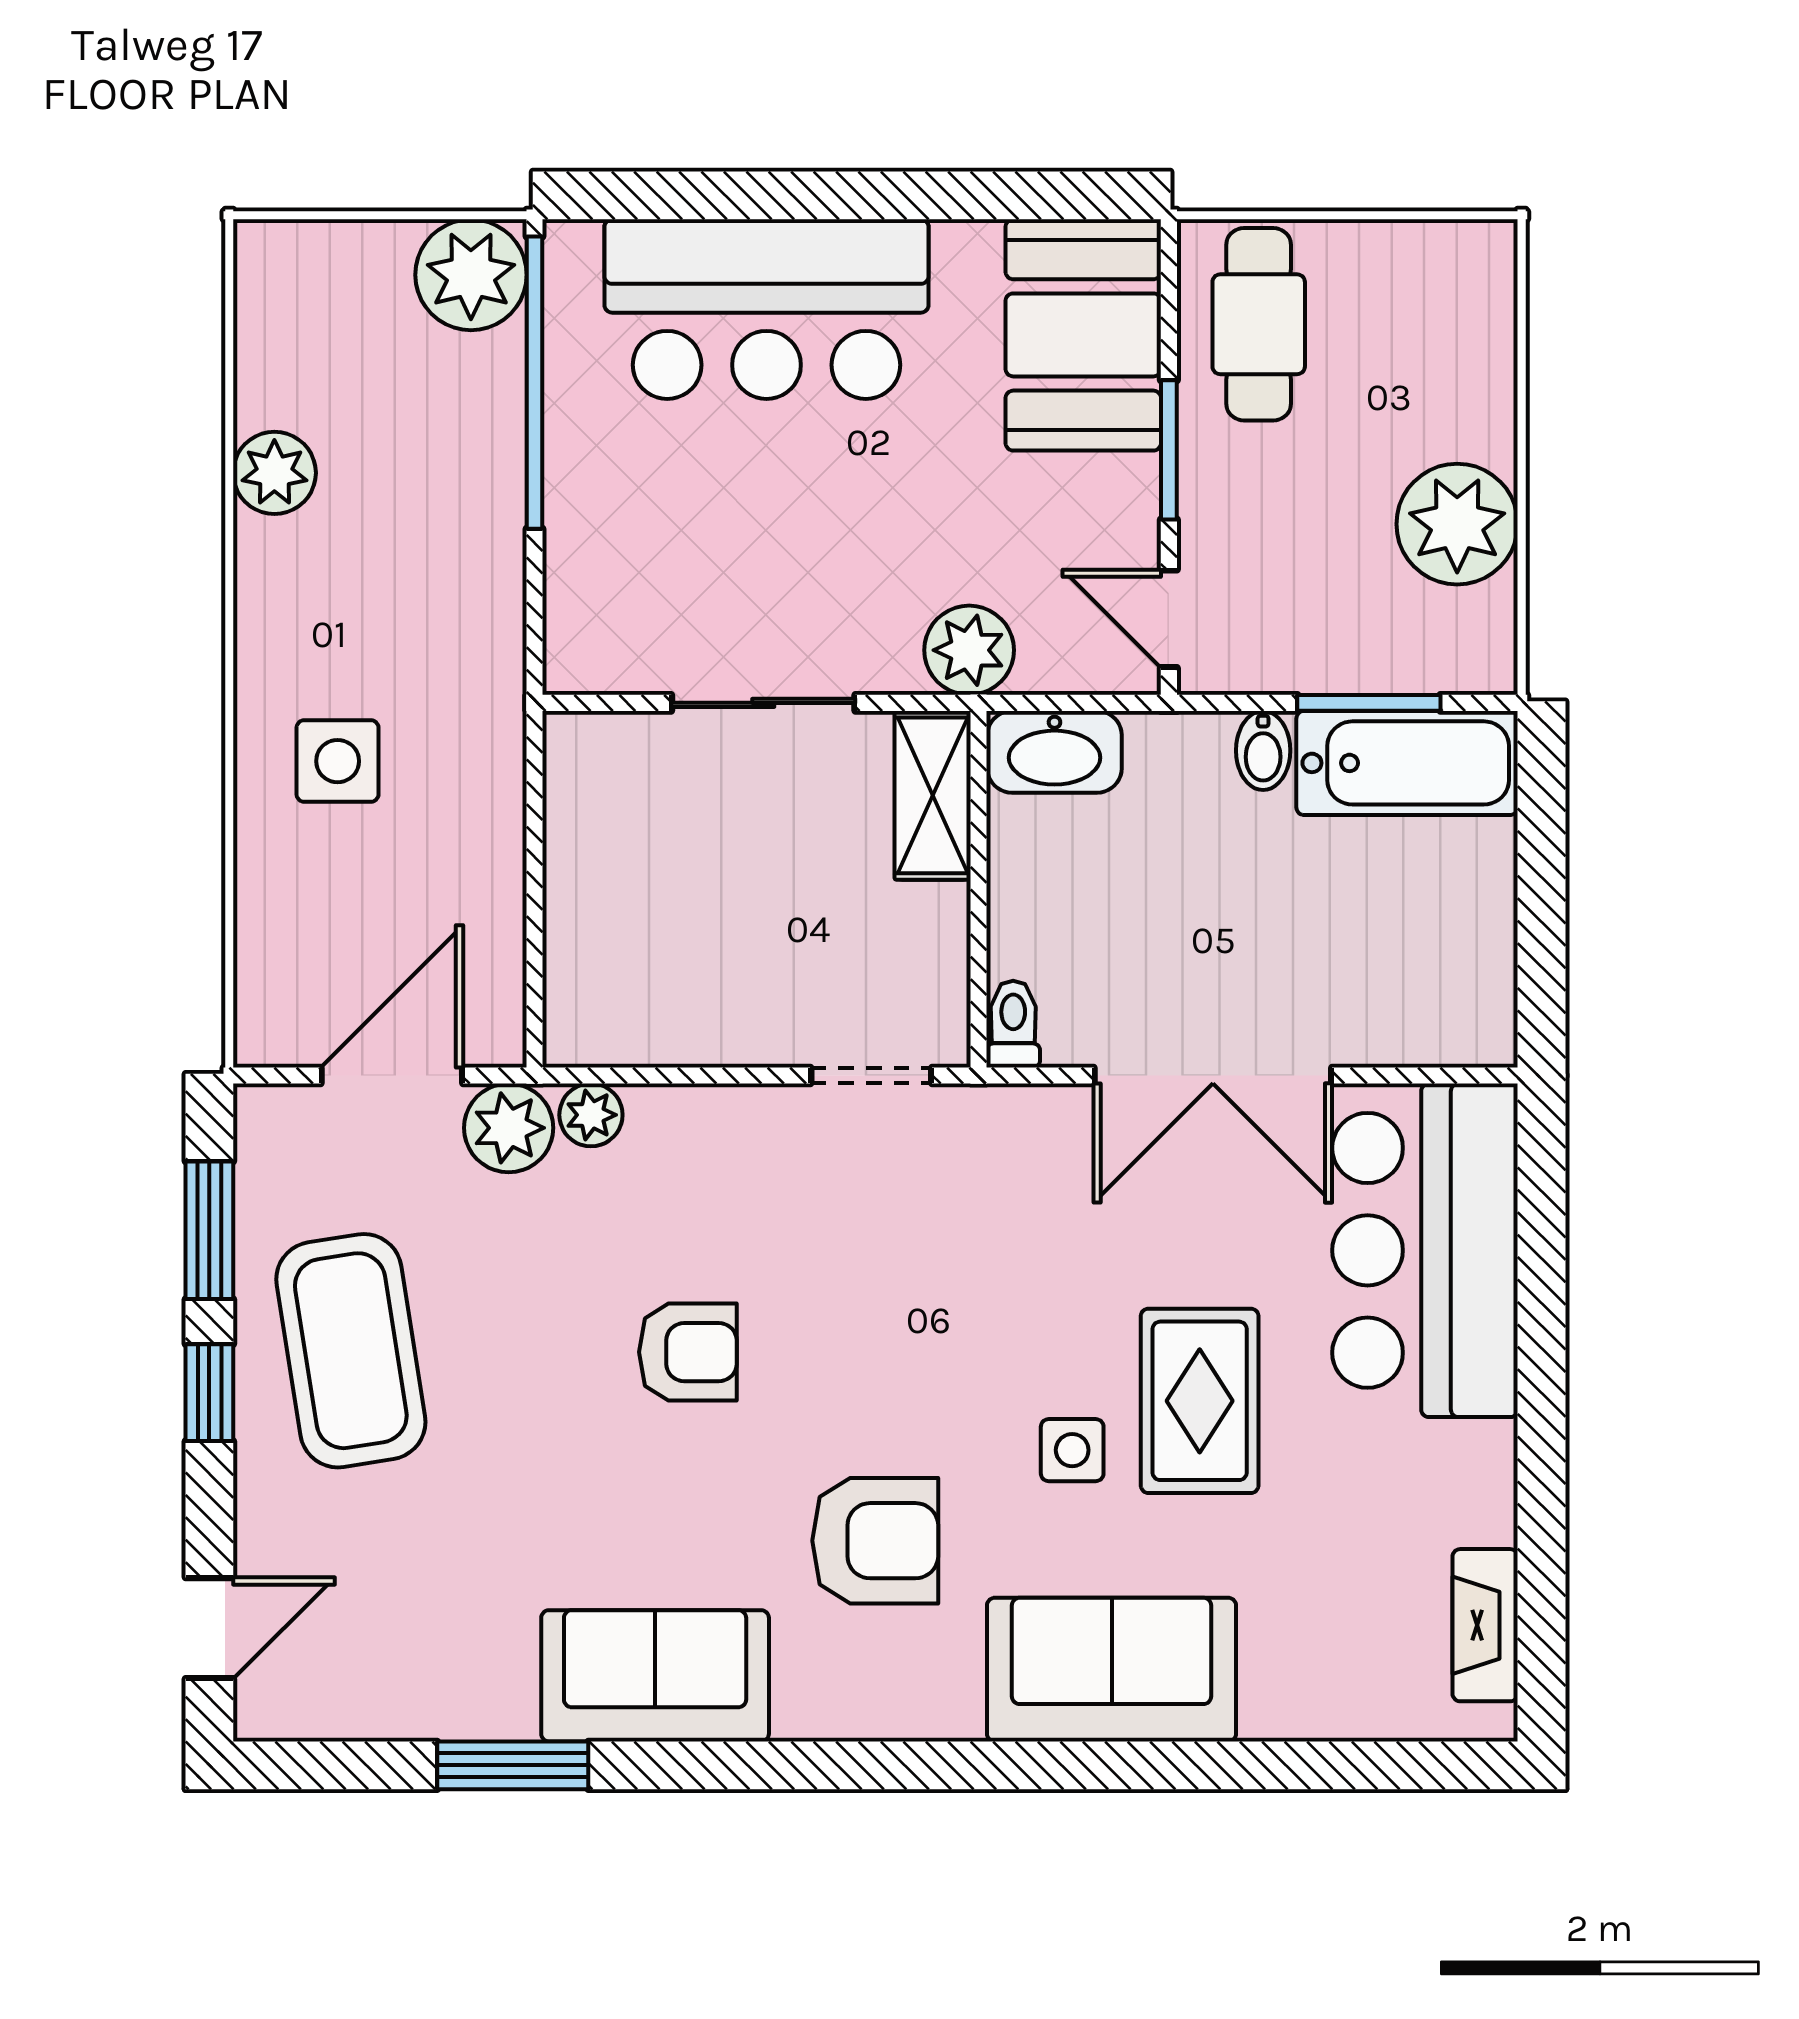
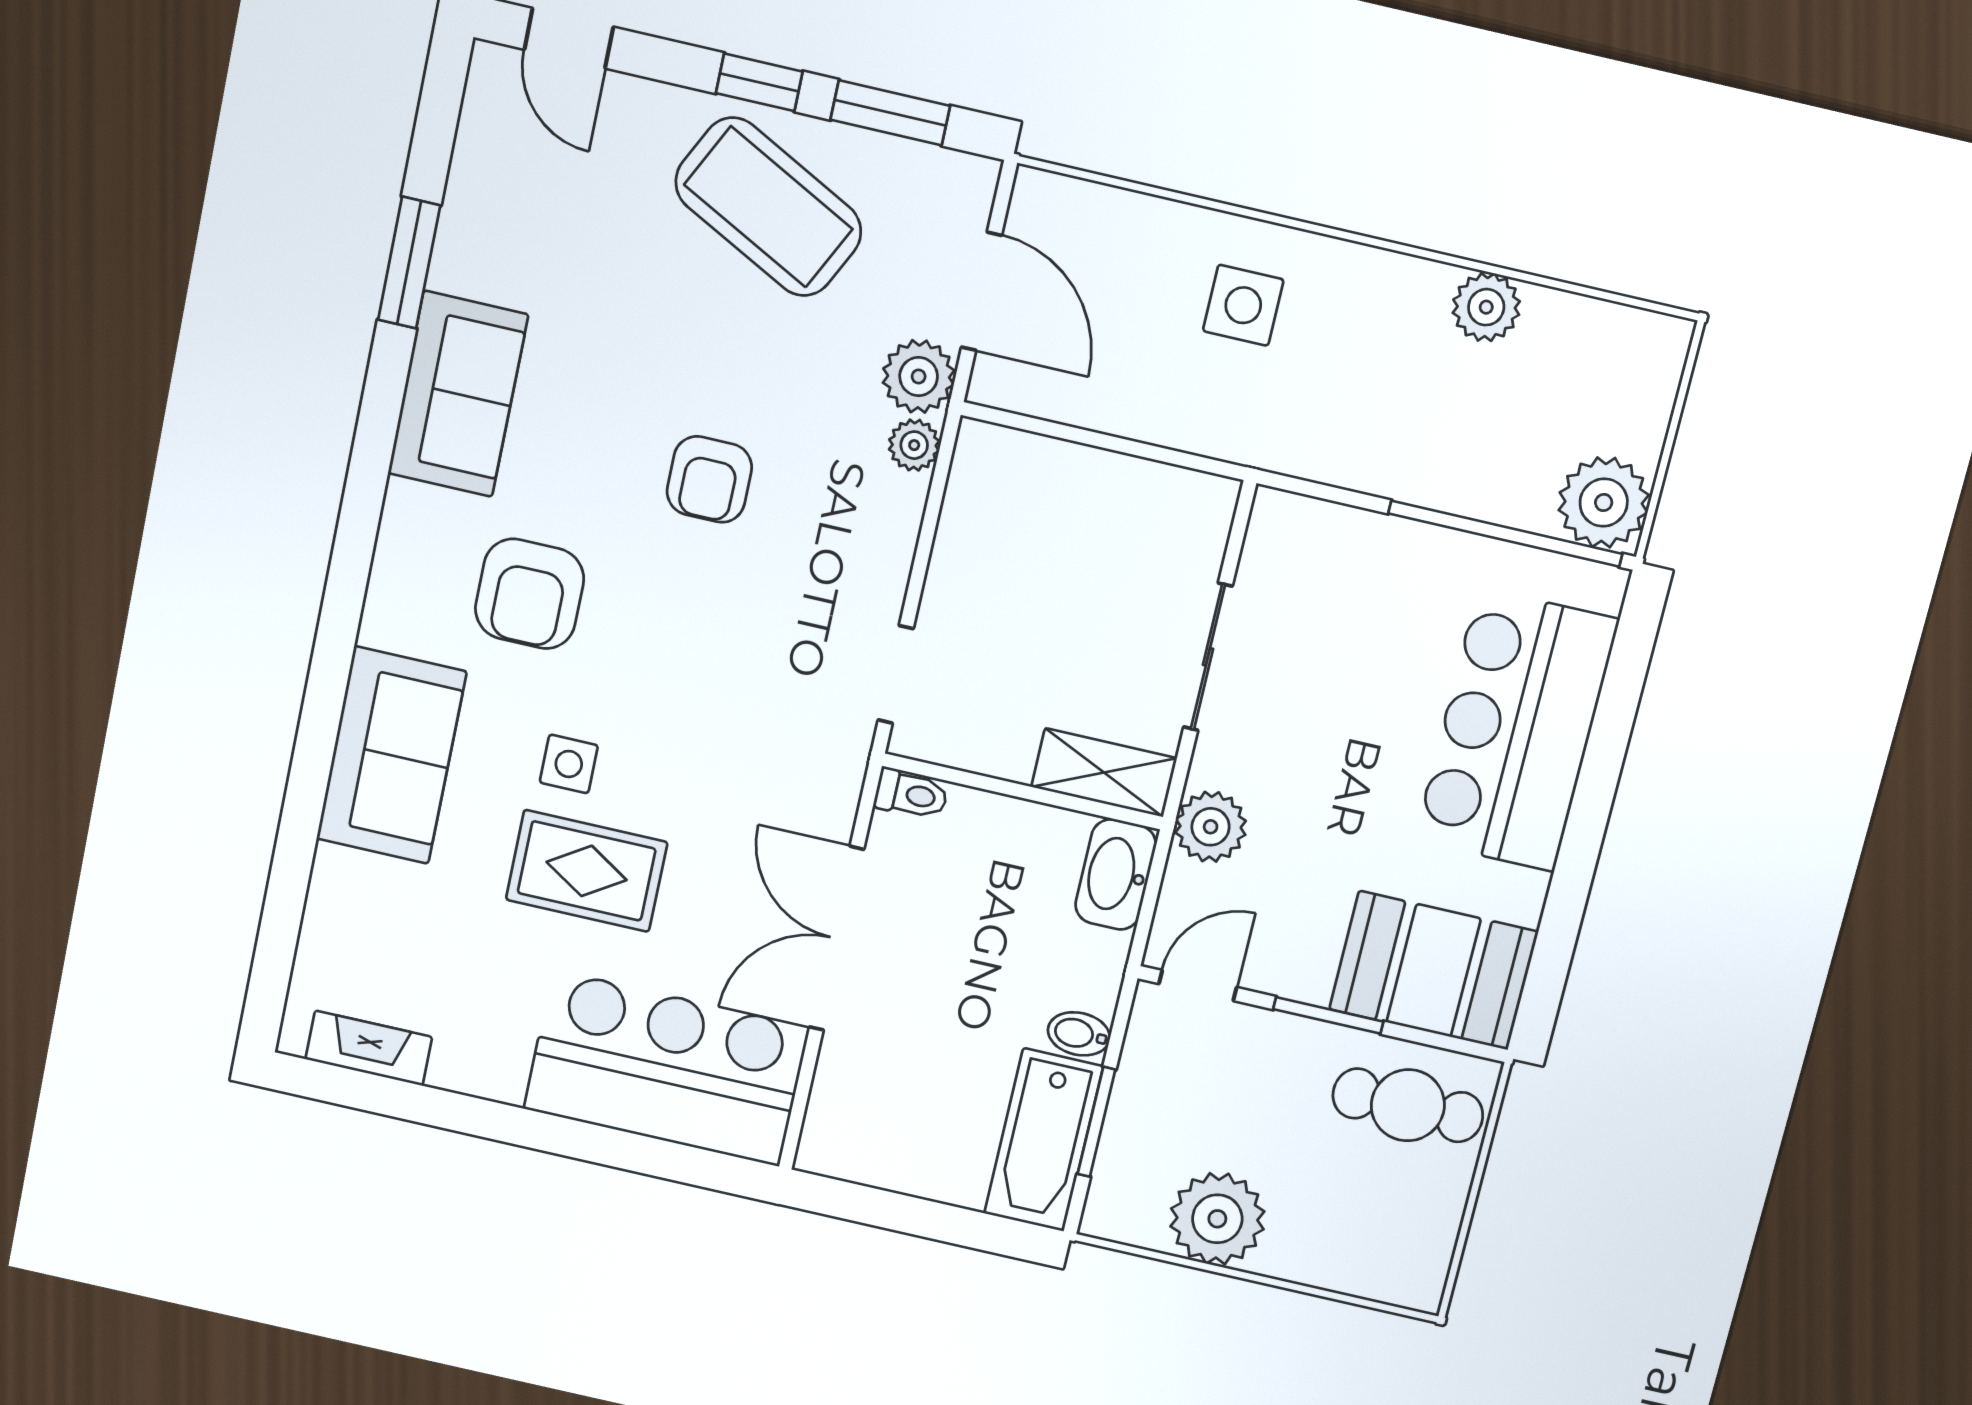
coffee table: (351, 1351) -> (768, 207), turned 36

